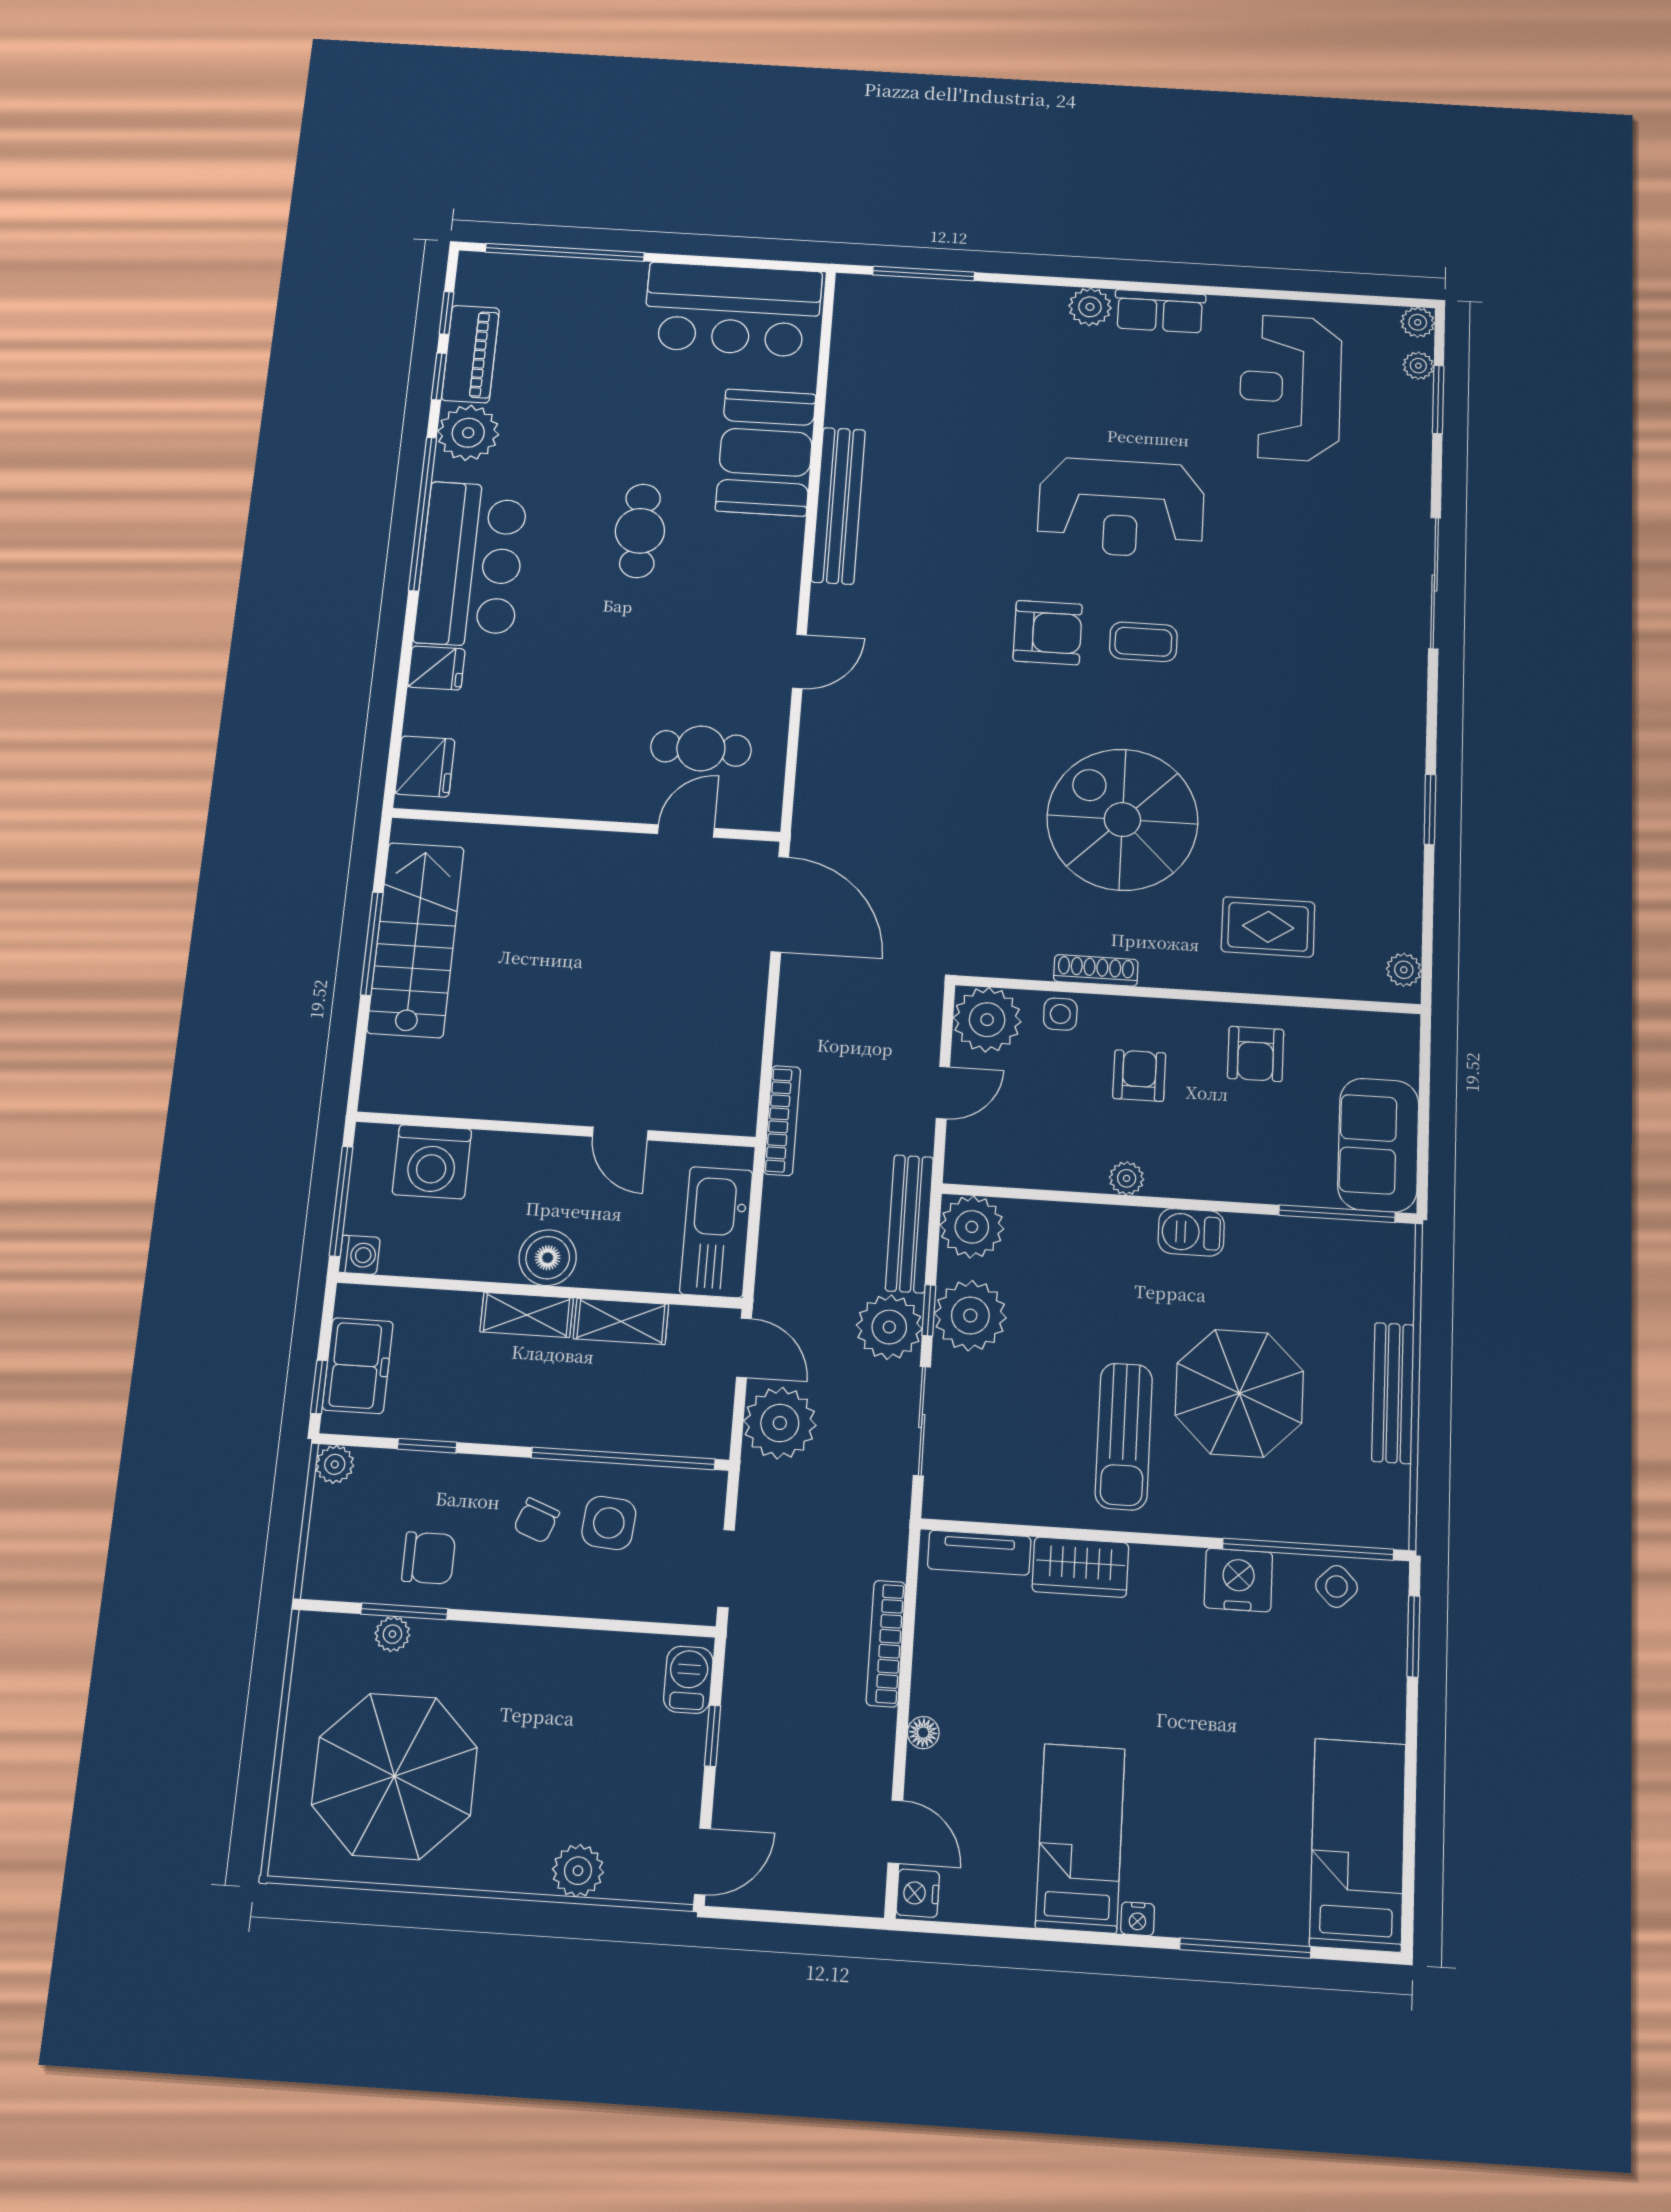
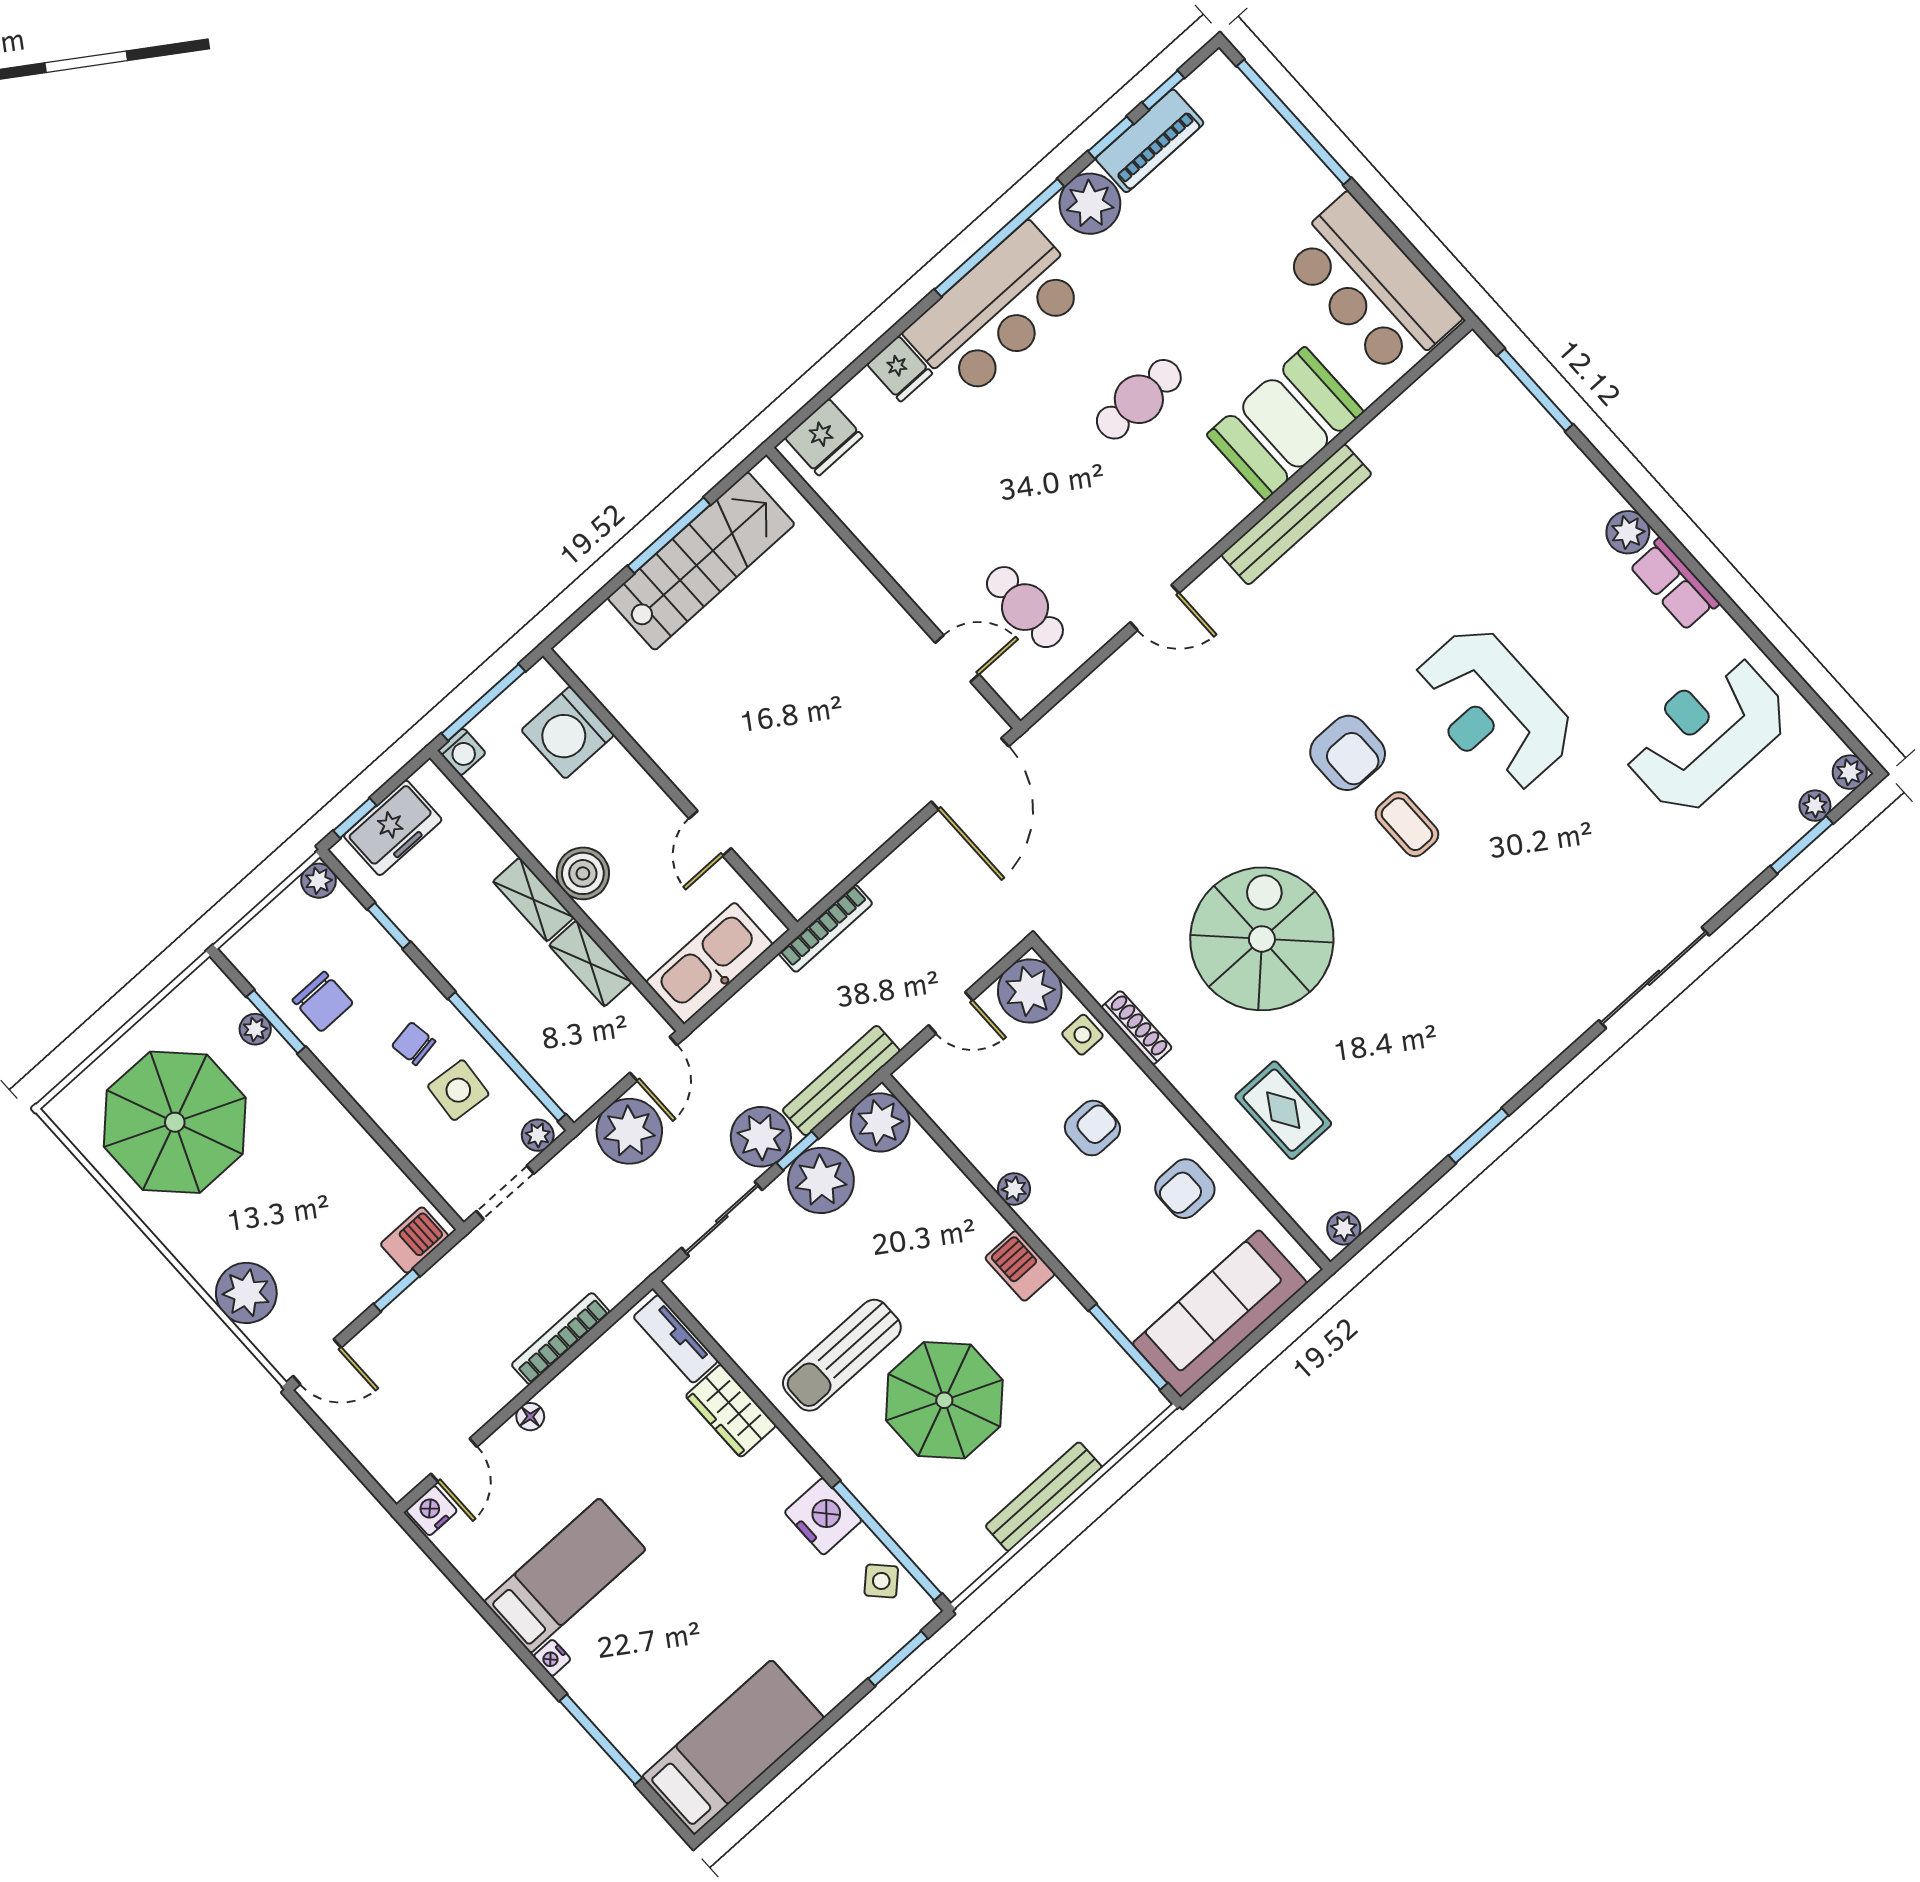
sofa: (1378, 1145) -> (1220, 1313), width x1.36
plant: (709, 1497) -> (538, 1135), added
chair: (536, 1521) -> (414, 1044), turned 60
plant: (578, 1871) -> (246, 1293), width x1.36, depth x1.36

